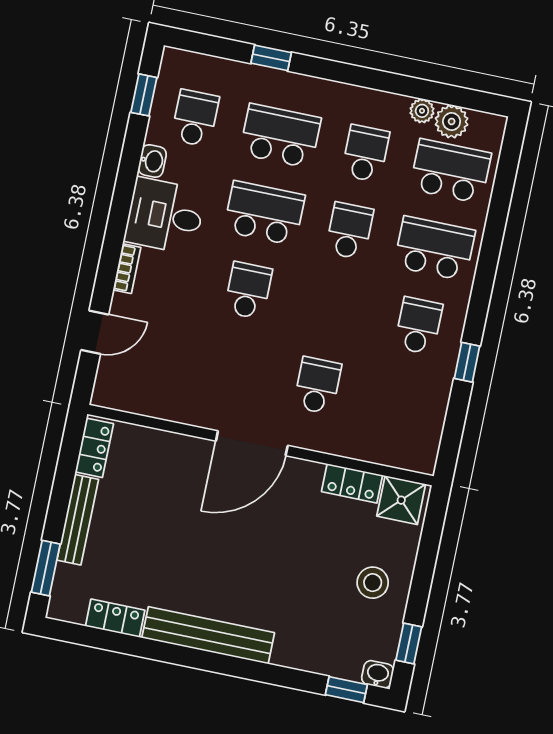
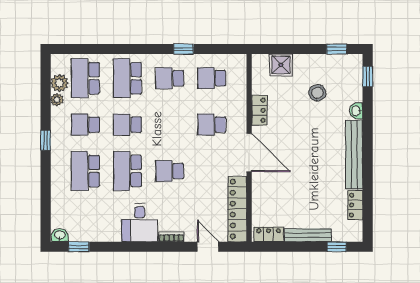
window: (271, 58) -> (46, 140), moved
school desk: (195, 118) -> (212, 78), moved
washbasin: (152, 161) -> (60, 235), moved
locker: (153, 400) -> (237, 209), added
locker: (352, 483) -> (259, 110), moved
shower: (401, 500) -> (281, 65), moved
window: (46, 568) -> (337, 247), width x0.67
stool: (373, 583) -> (317, 93), moved
washbasin: (378, 674) -> (356, 111), moved

